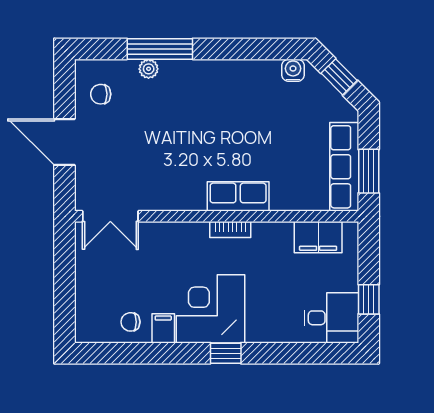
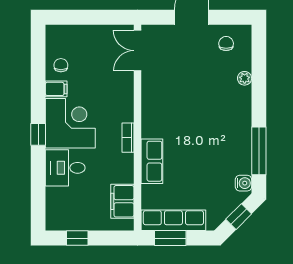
window: (160, 49) -> (259, 151), moved
row of seats: (238, 196) -> (152, 161), moved
desk: (331, 318) -> (65, 168), moved, turned 90

